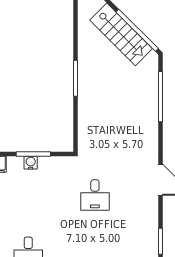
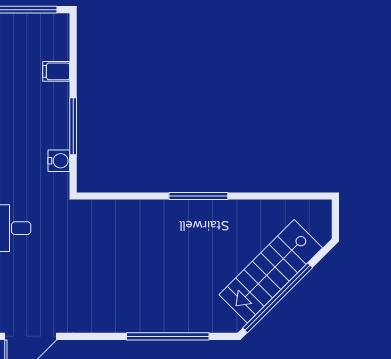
water cooler: (31, 163) -> (59, 161), moved

